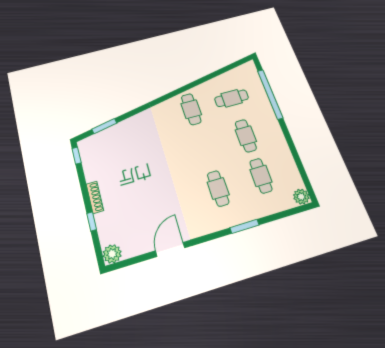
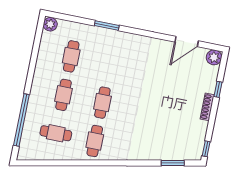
cafe table: (218, 188) -> (102, 103), moved
door: (170, 249) -> (187, 41), moved

